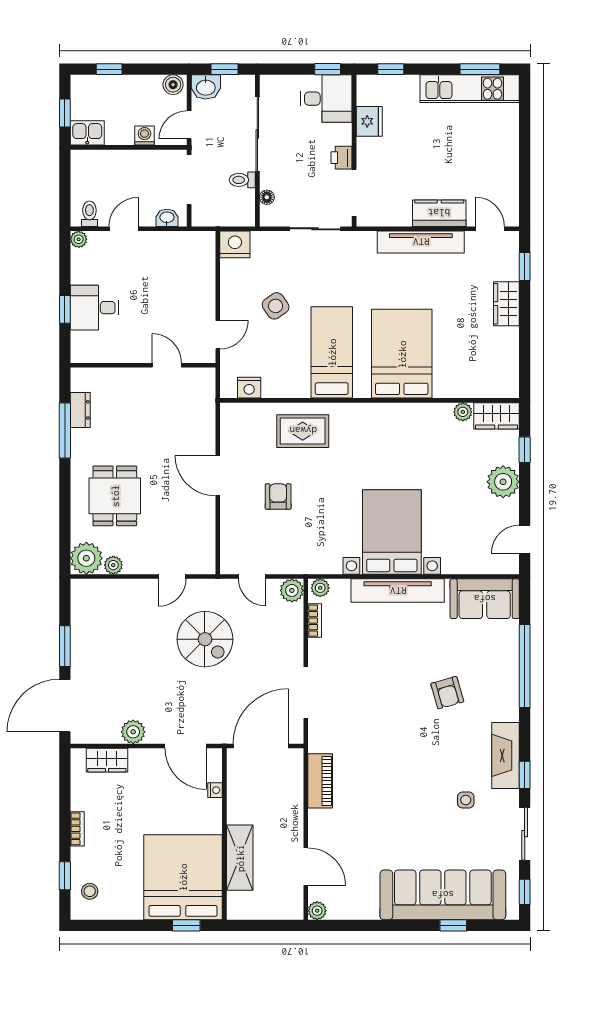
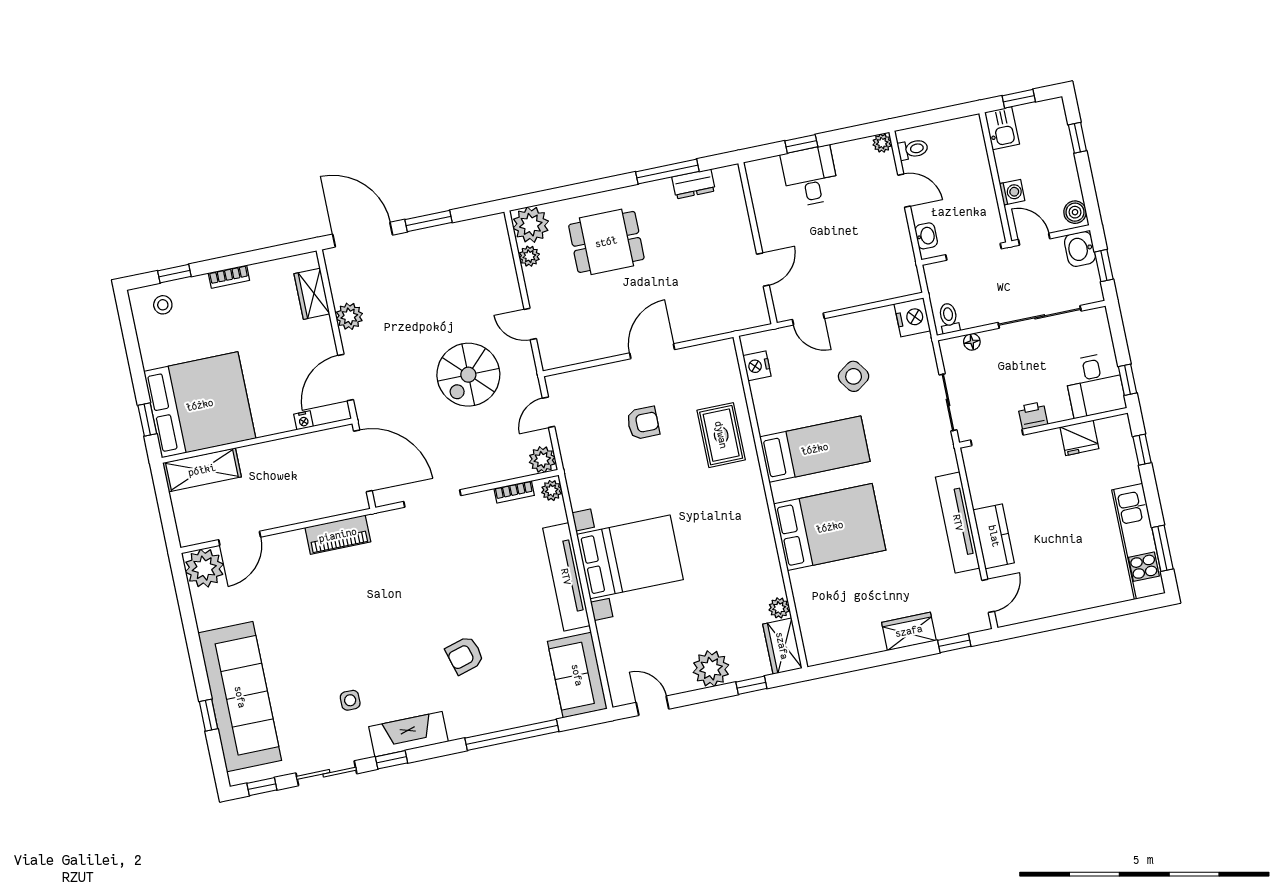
toilet: (242, 180) -> (949, 318), moved
shelving: (240, 858) -> (202, 470), moved
plant: (317, 911) -> (204, 568), width x1.88, depth x1.88

